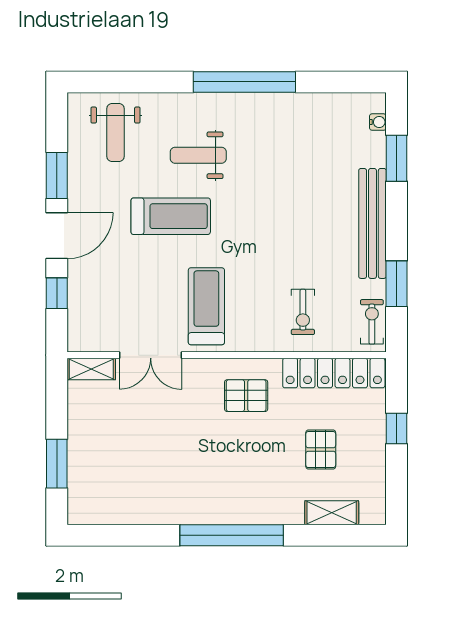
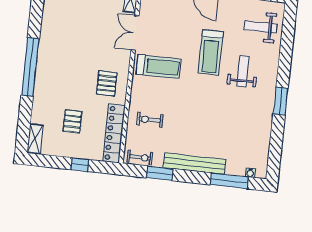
window: (244, 82) -> (281, 101), width x0.47
window: (396, 158) -> (229, 181), width x1.44
pallet: (321, 450) -> (72, 121), turned 90
shelving: (332, 513) -> (35, 139), moved

